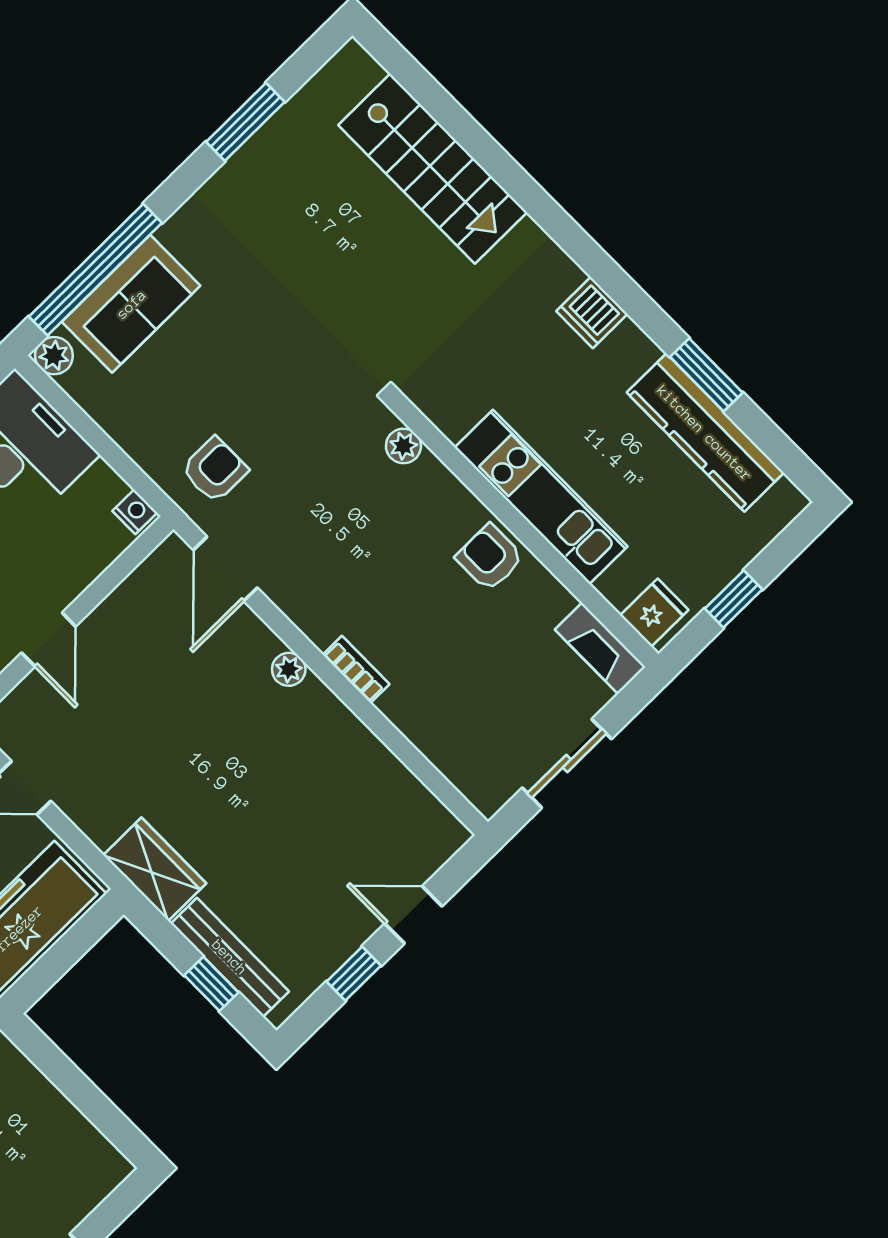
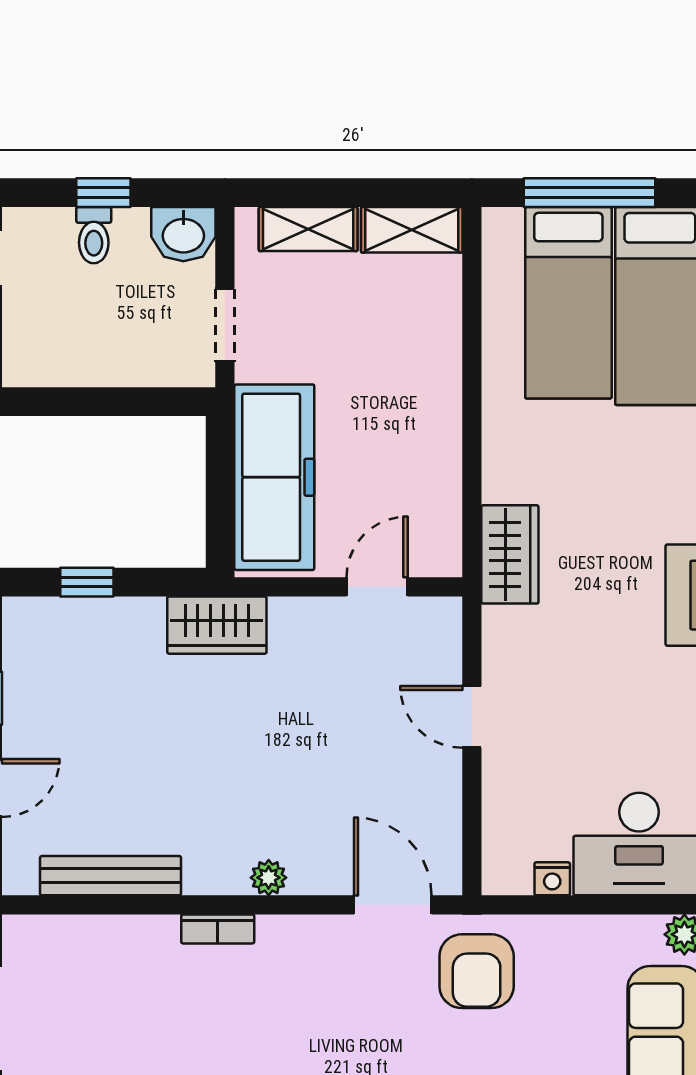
armchair: (215, 470) -> (477, 971), width x1.38, depth x1.38
nightstand: (135, 512) -> (552, 879), moved
bench: (230, 957) -> (111, 876), moved

